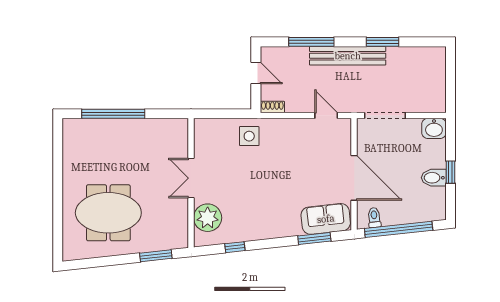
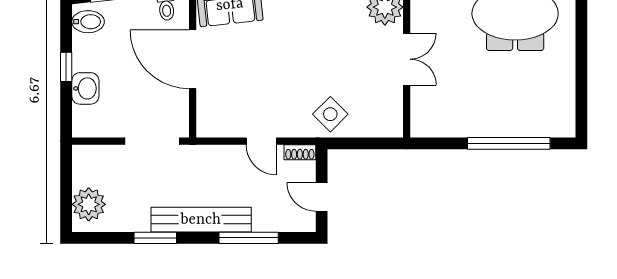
plant: (433, 67) -> (89, 204), added
door: (326, 116) -> (261, 141), moved
washbasin: (434, 128) -> (85, 88), moved, turned 90
side table: (249, 136) -> (330, 114), turned 45
bidet: (434, 178) -> (88, 22), moved

